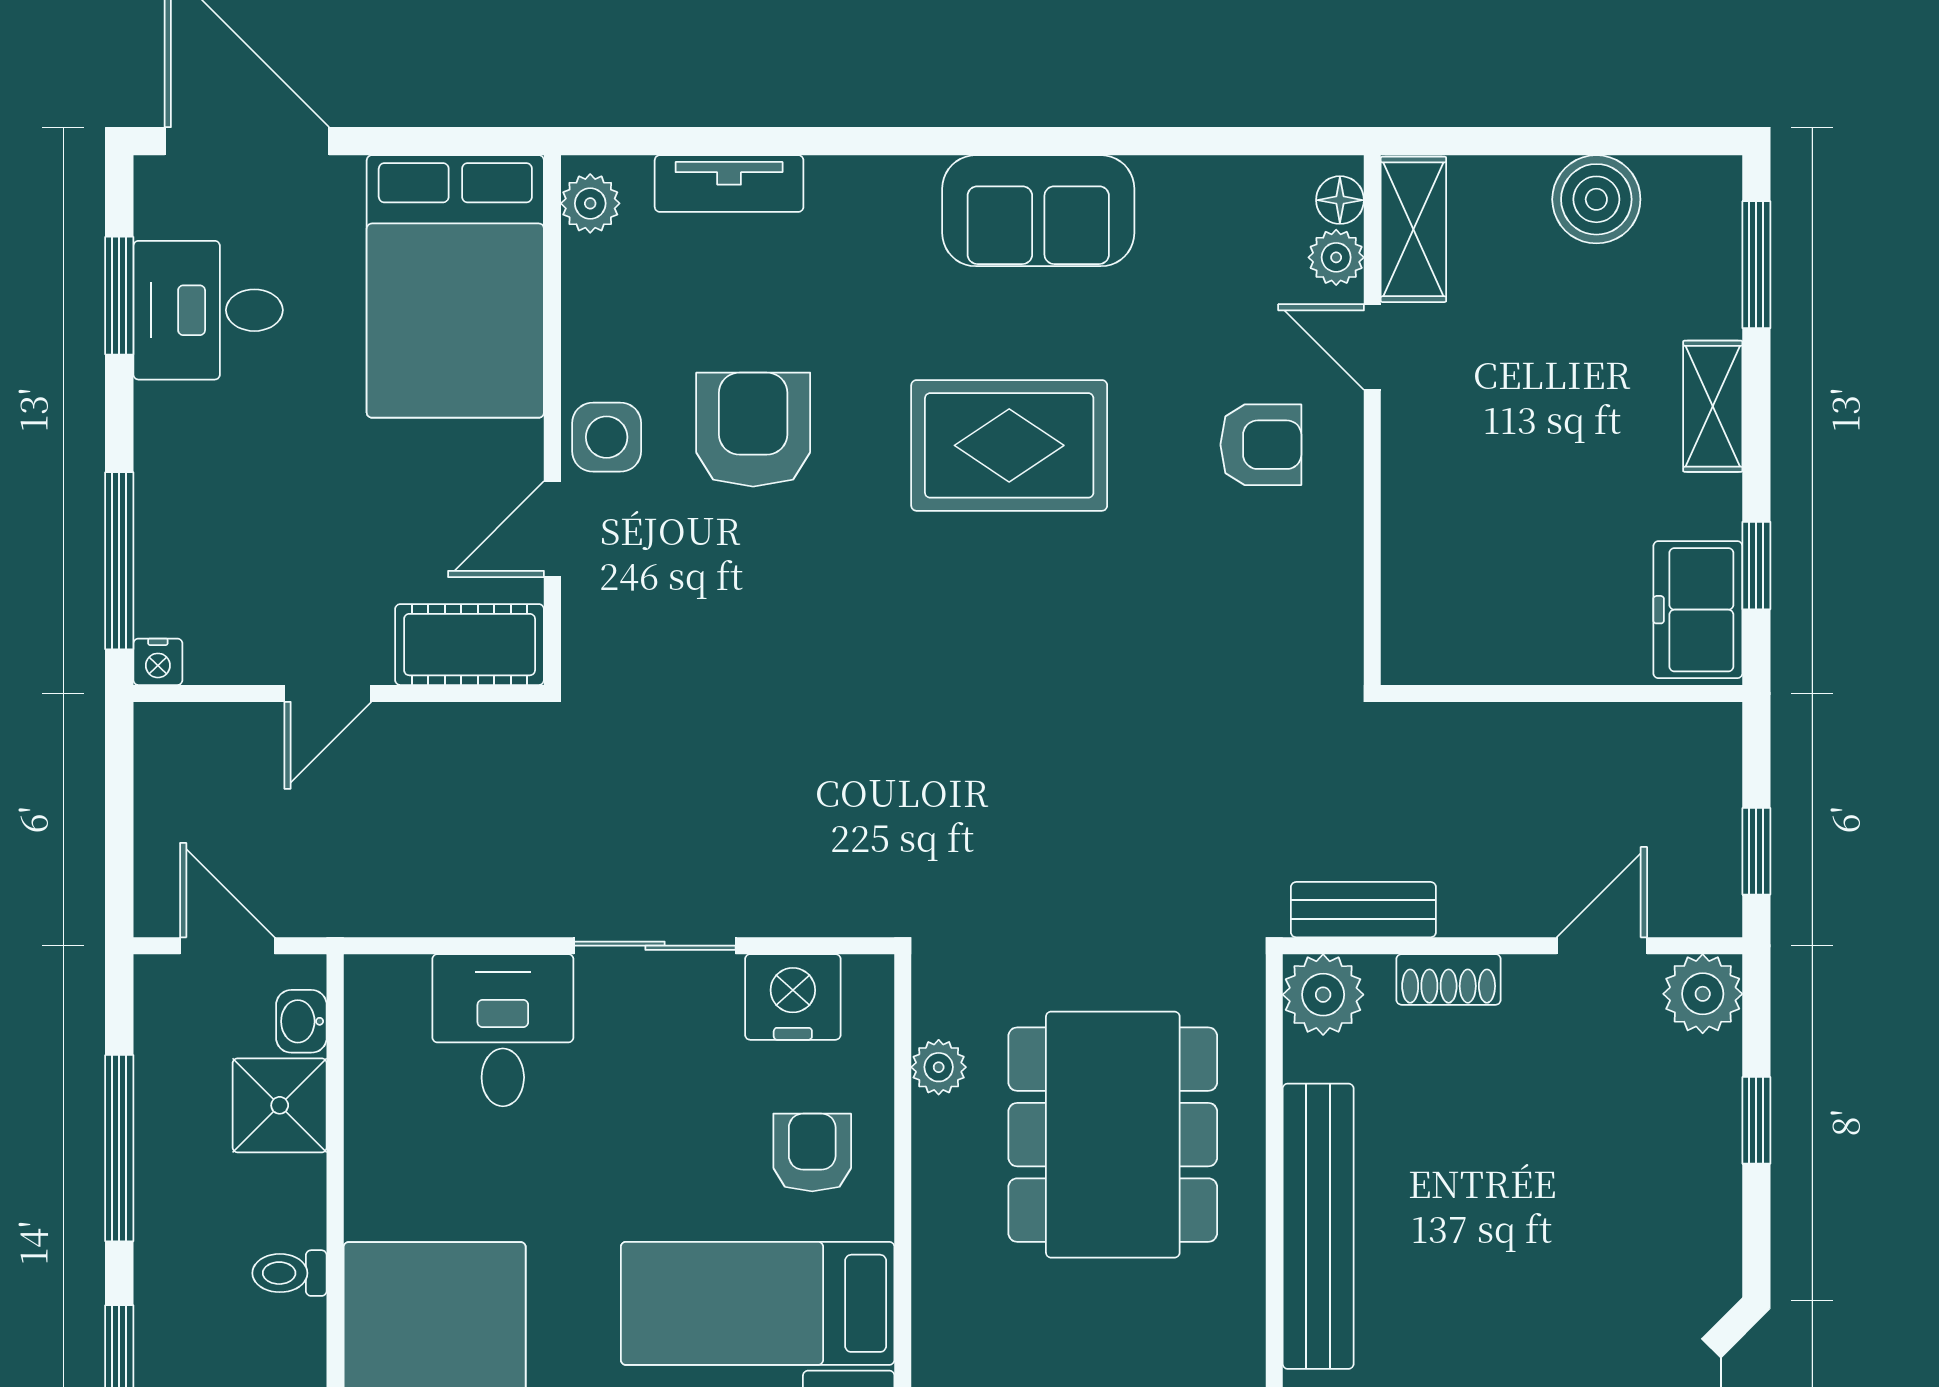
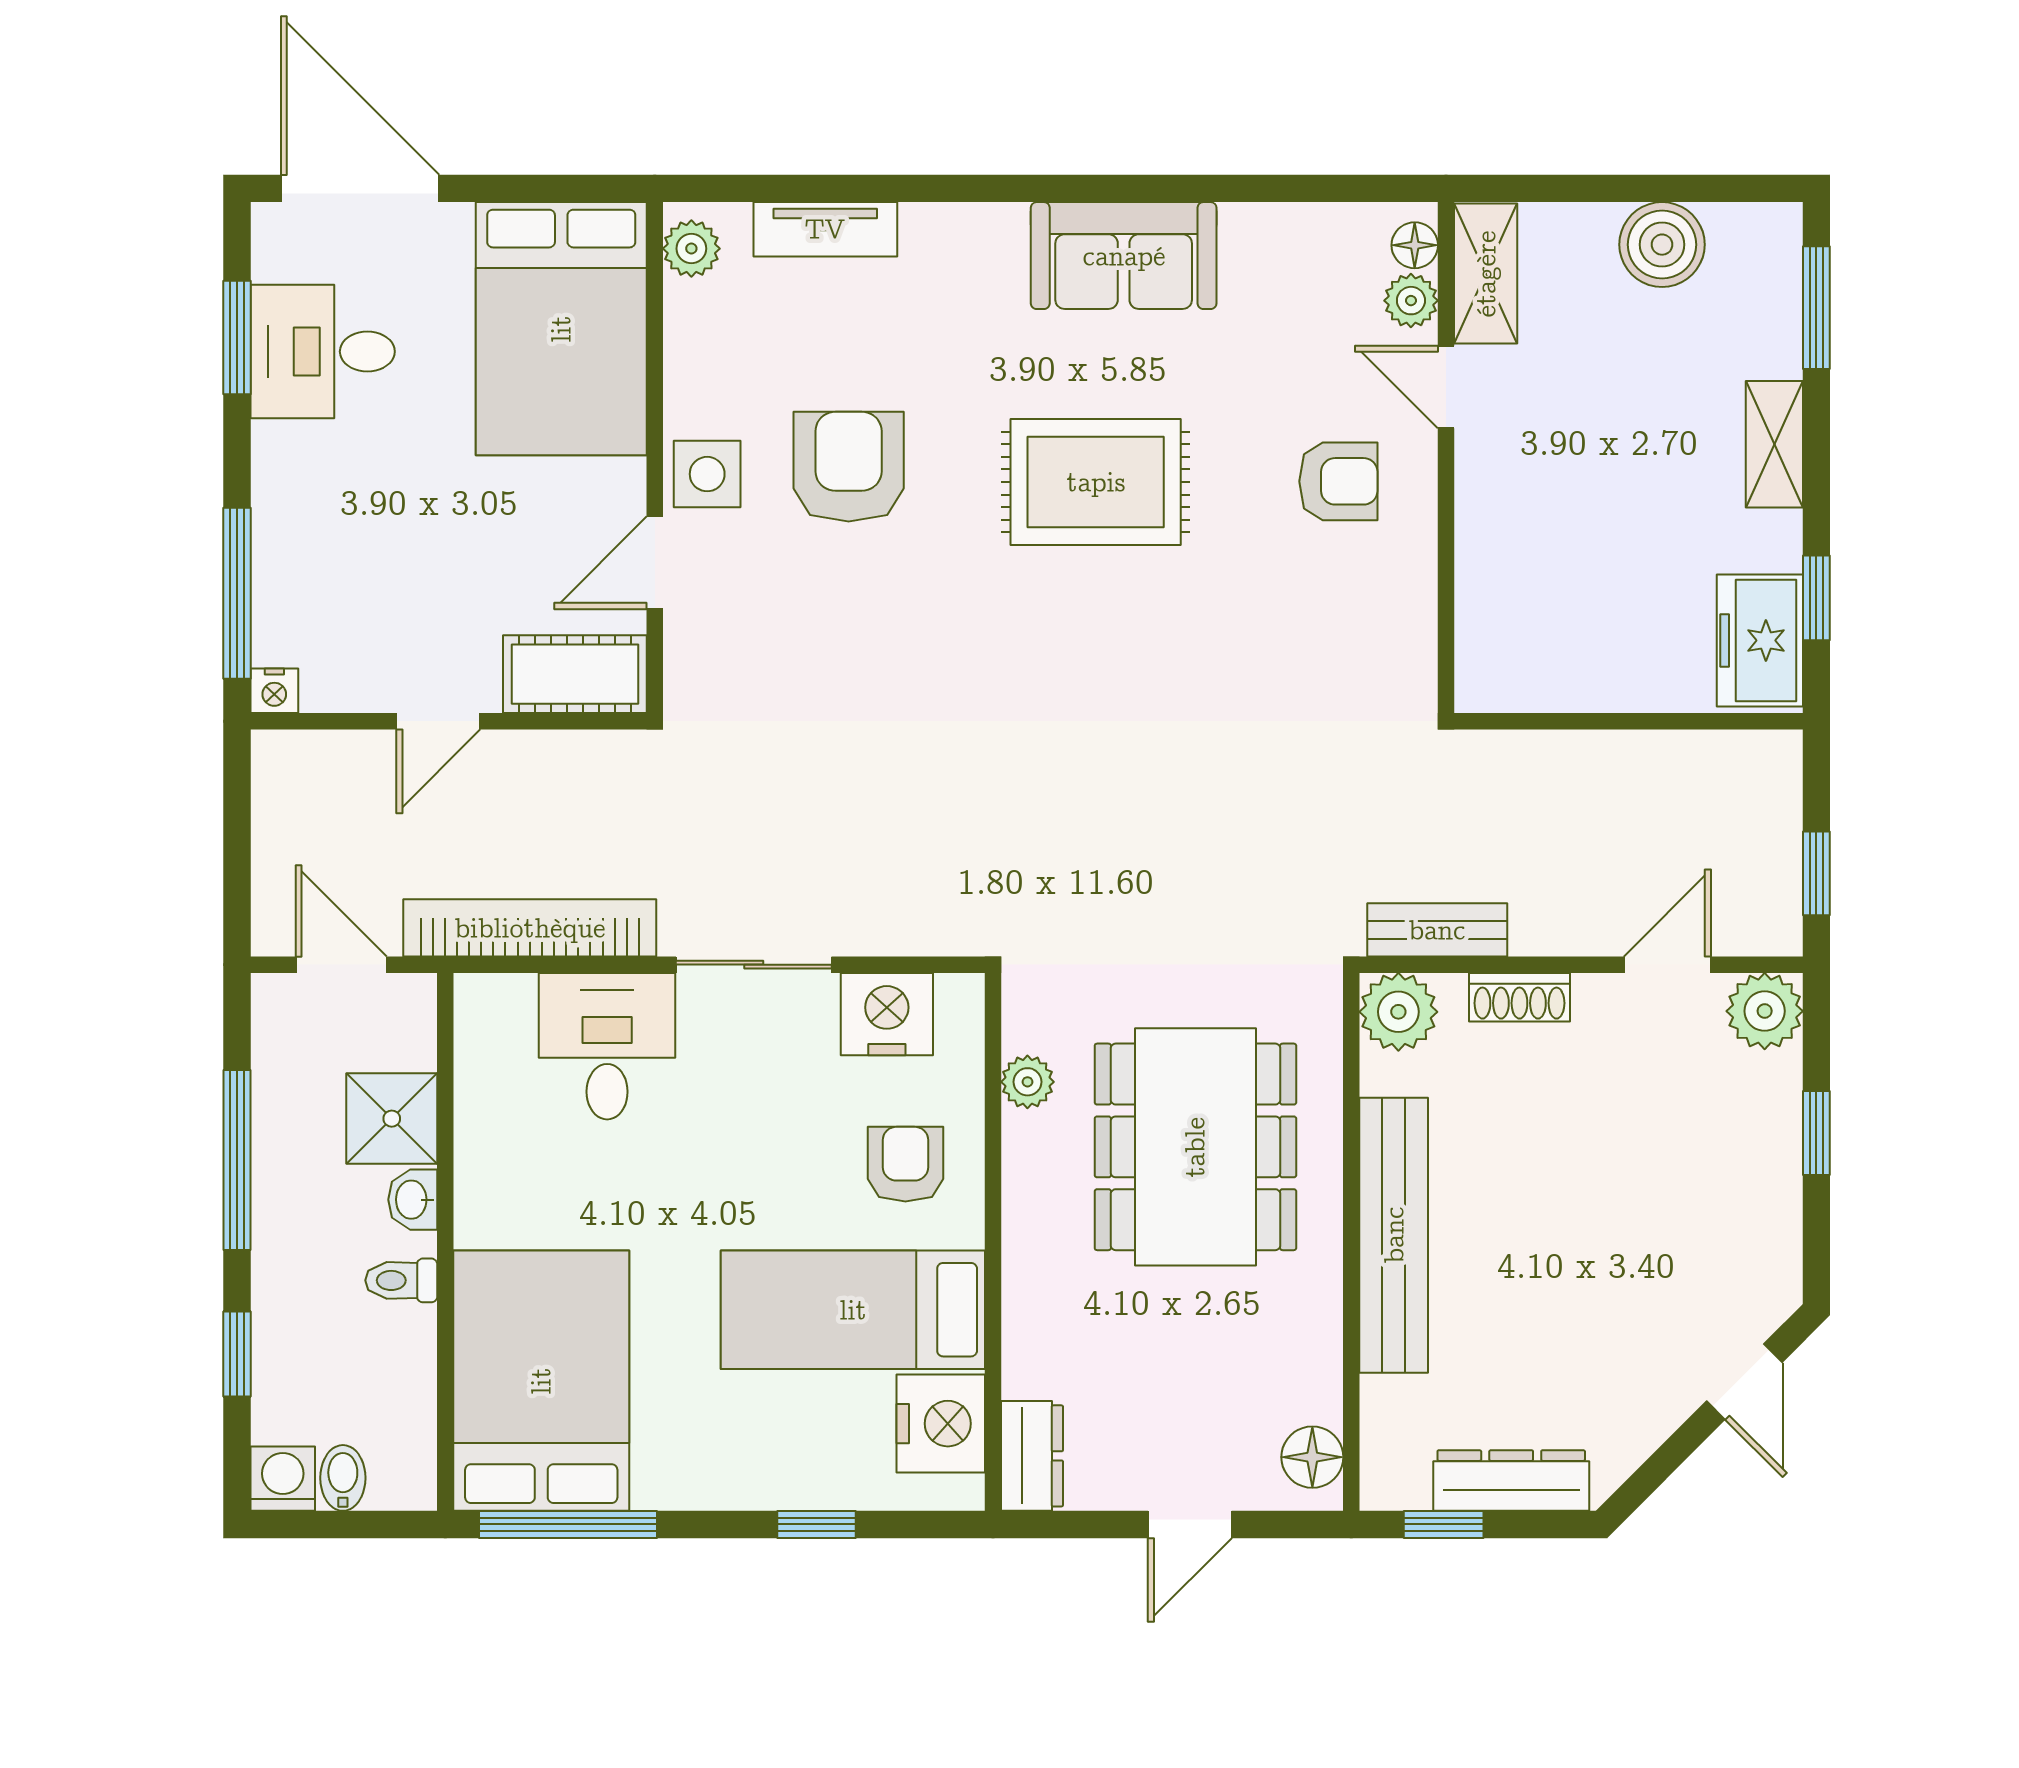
bookcase: (423, 908) -> (530, 928), added
washbasin: (301, 1021) -> (413, 1200), moved

